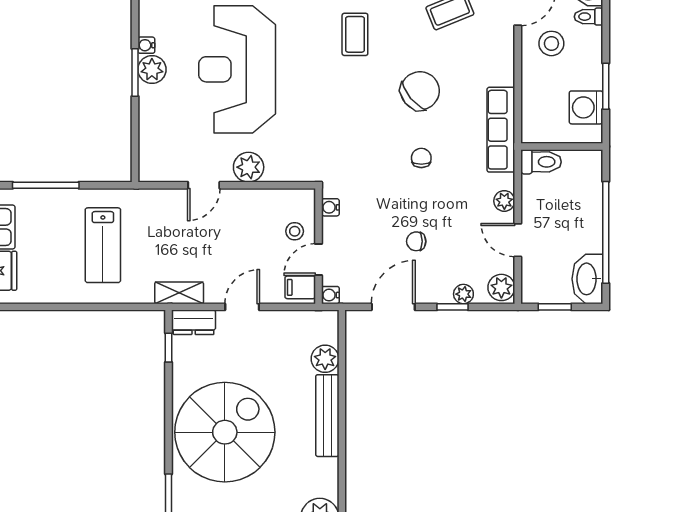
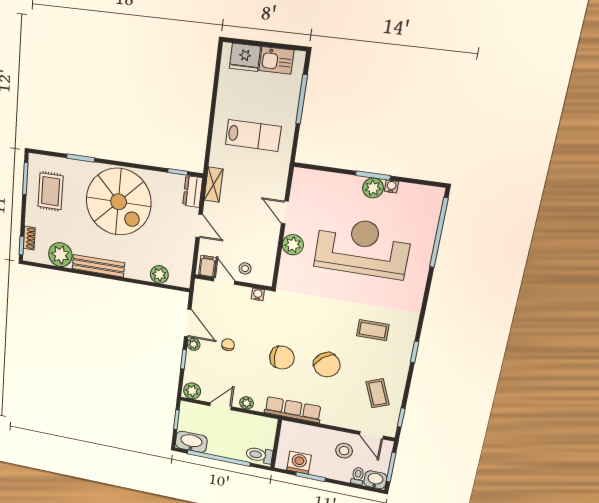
chair: (421, 158) -> (282, 358), width x1.87, depth x1.87
toilet: (541, 162) -> (259, 455), moved, turned 90
lab bench: (103, 245) -> (253, 136), turned 180
plant: (463, 294) -> (194, 344), moved
water cooler: (330, 295) -> (200, 285), removed
bench: (327, 416) -> (98, 266), moved

